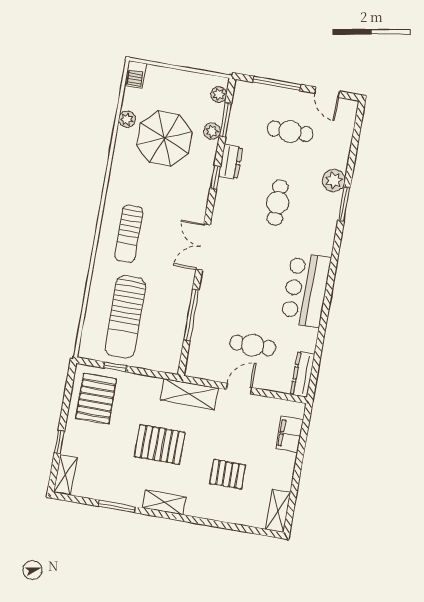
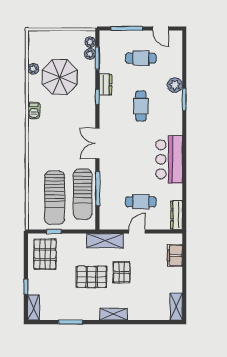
barbecue: (136, 75) -> (34, 110), moved
plant: (212, 131) -> (90, 54), moved
sun lounger: (129, 234) -> (83, 194), moved, width x1.36, depth x1.34
pallet: (228, 474) -> (122, 272), moved, turned 90
shelving: (164, 502) -> (114, 314), moved

